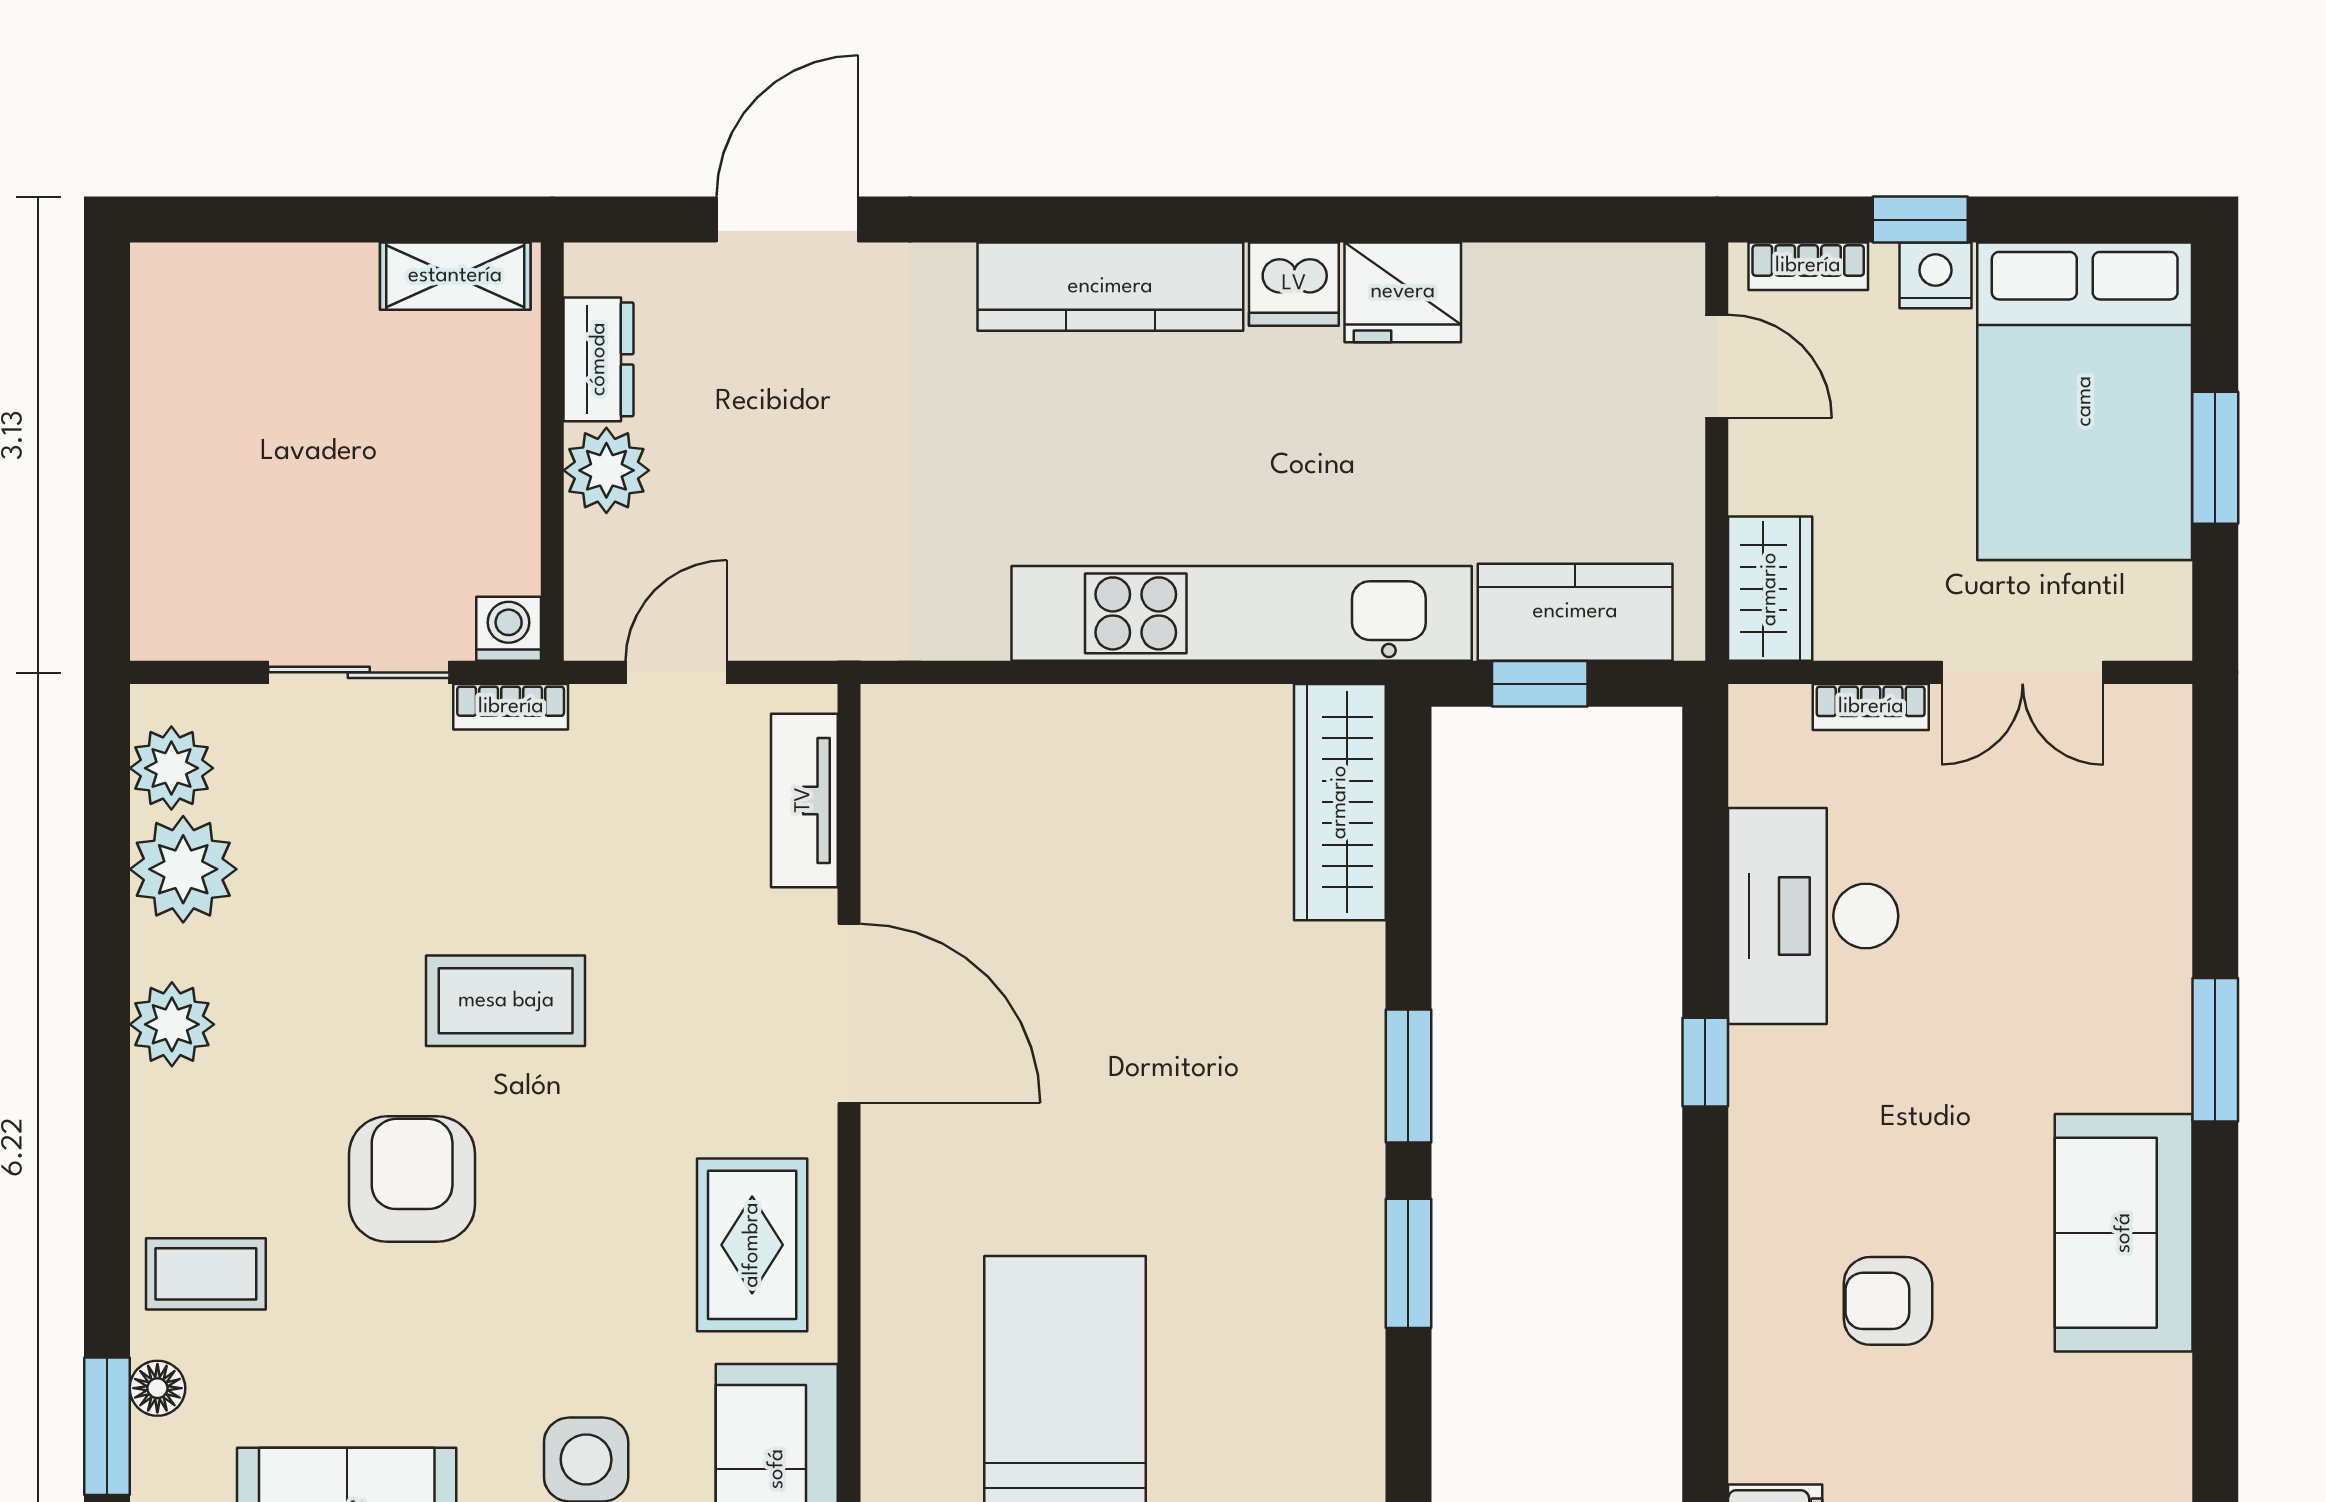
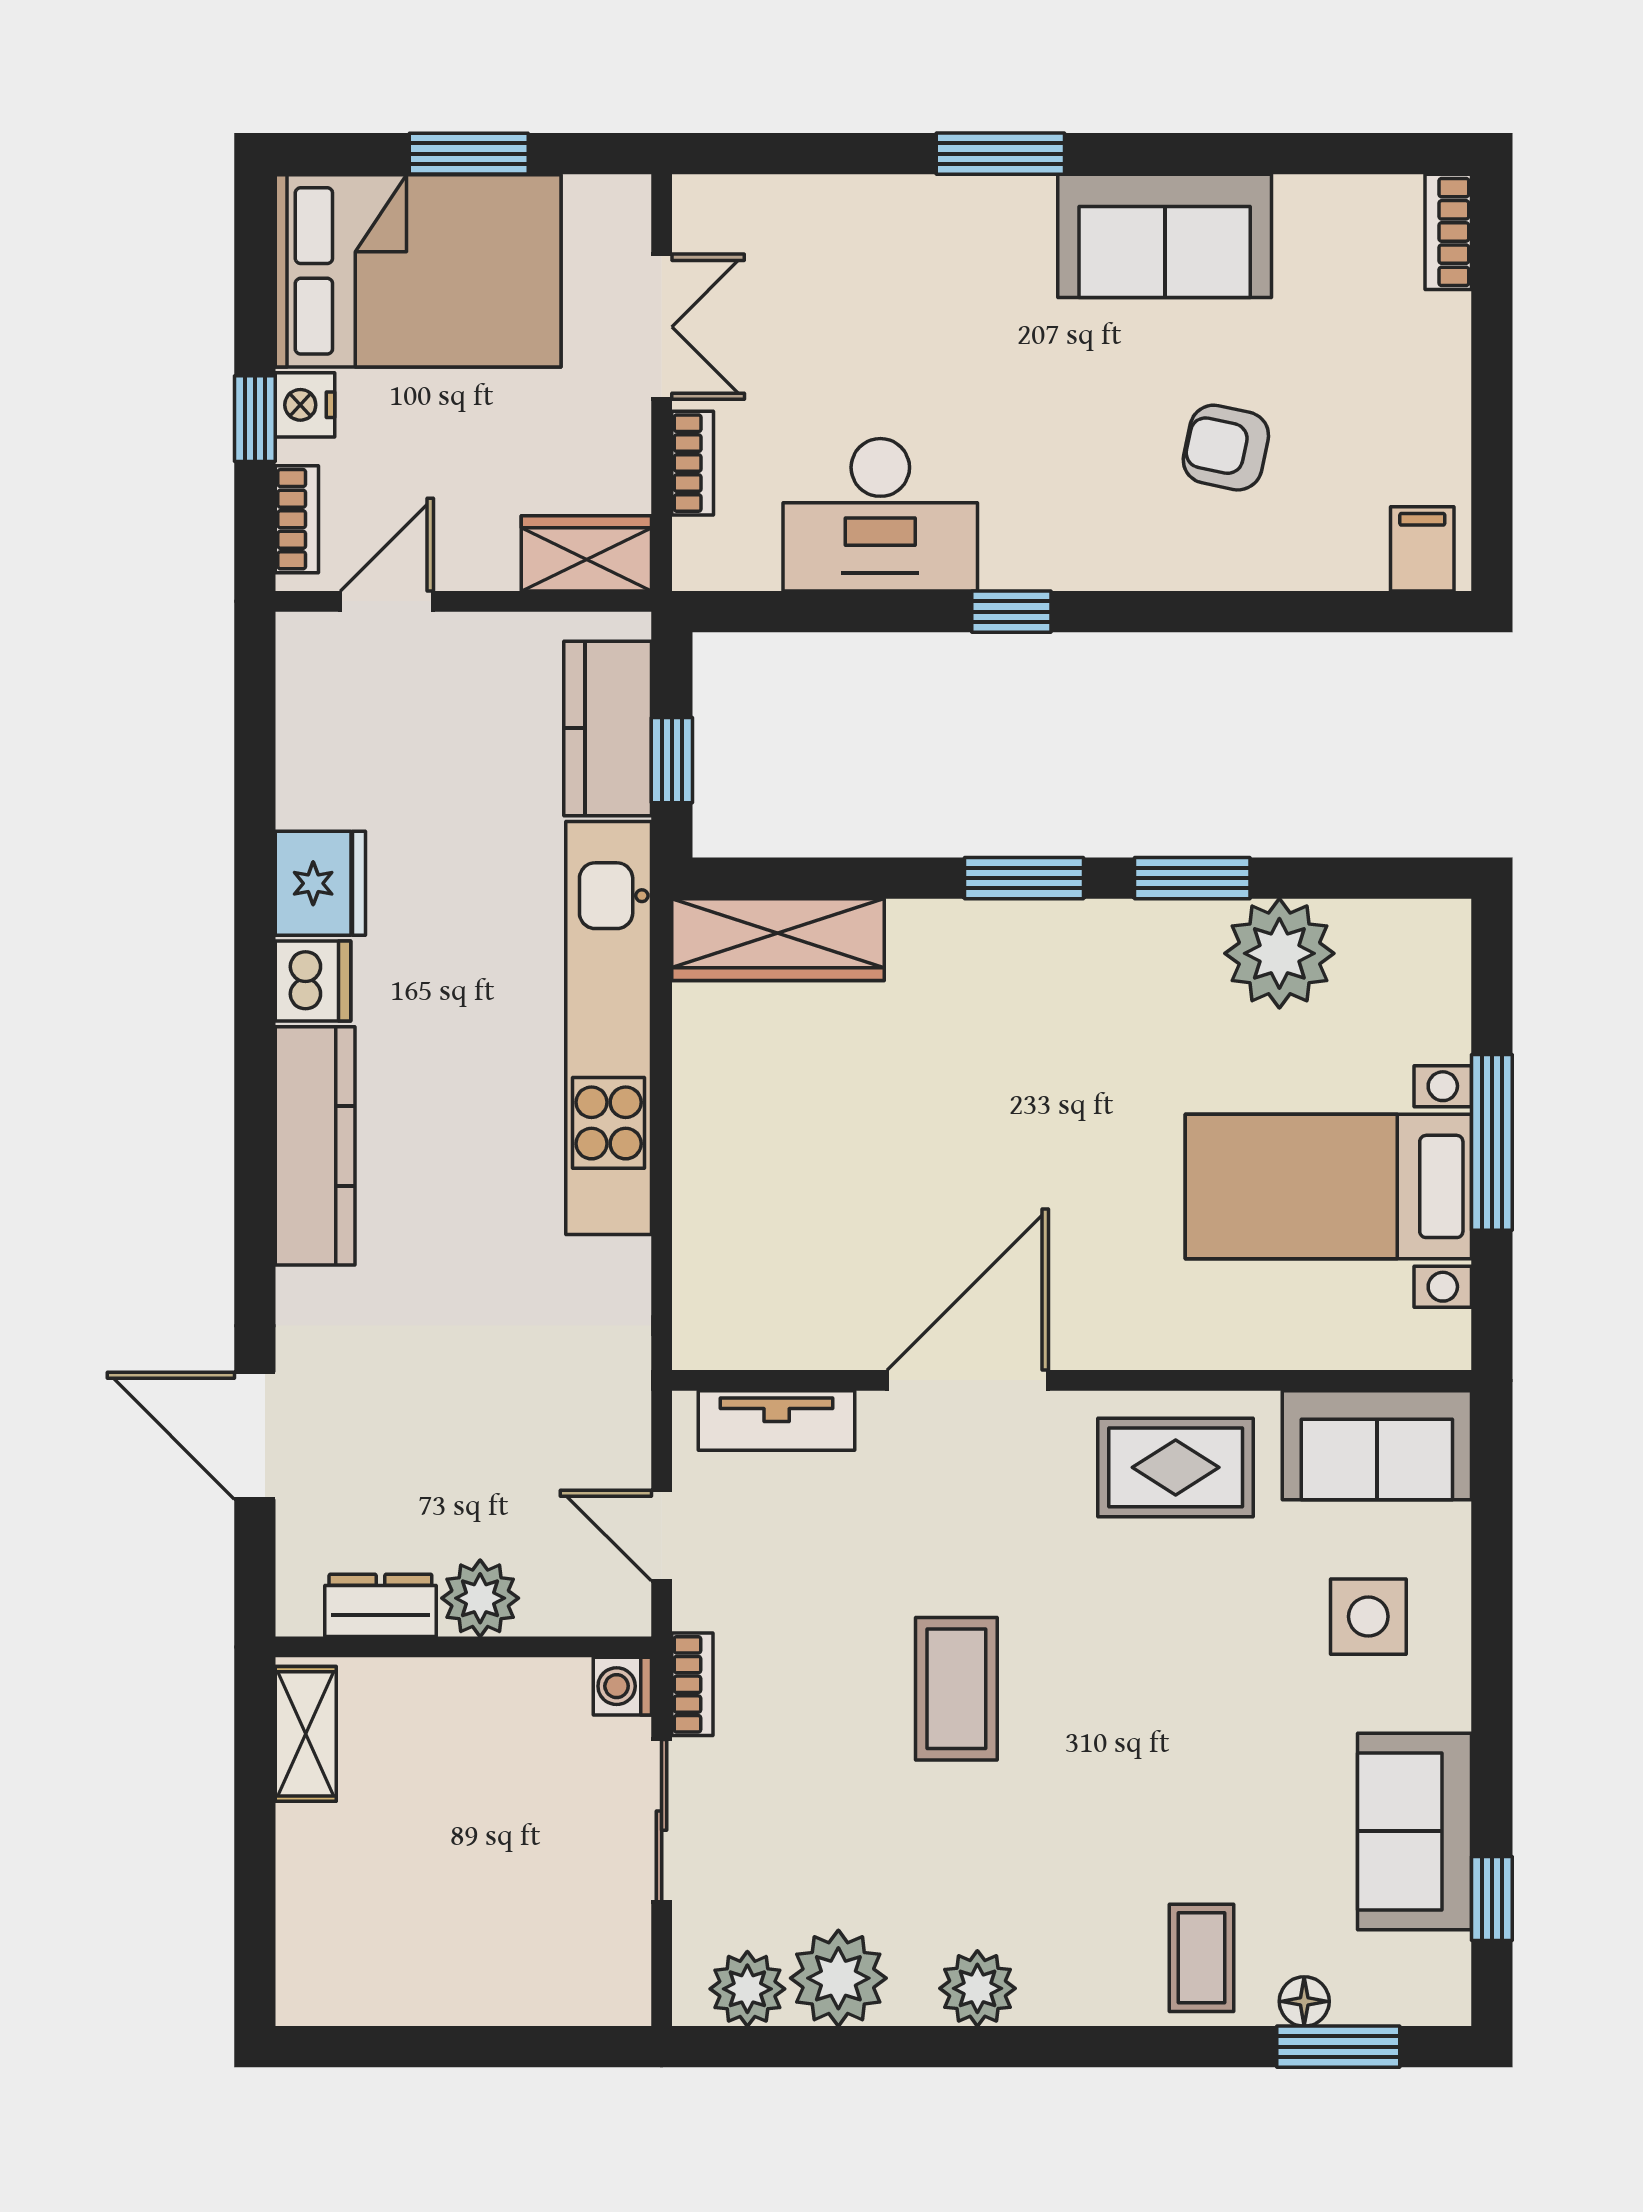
armchair: (412, 1179) -> (1116, 1773), removed
armchair: (1888, 1301) -> (1226, 448), turned 102
plant: (1325, 1361) -> (1279, 953), added

